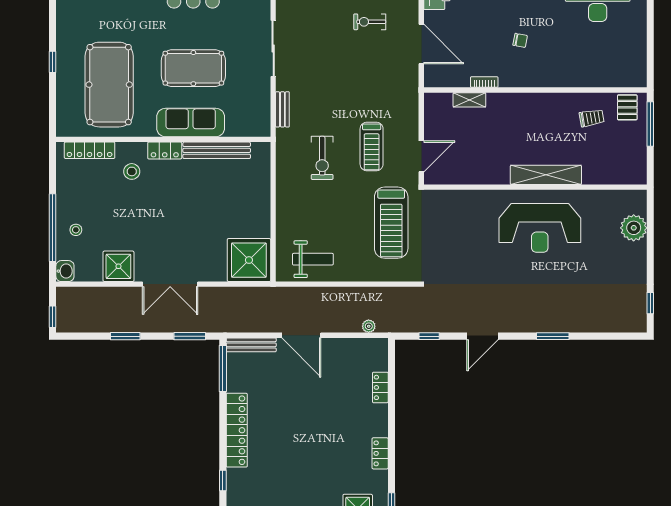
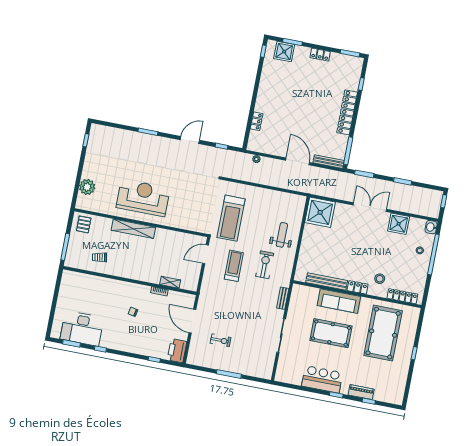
pallet: (627, 107) -> (84, 224), moved
treadmill: (391, 223) -> (231, 218), turned 180
weight bench: (313, 259) -> (282, 235), moved, turned 90
locker: (380, 453) -> (264, 82), removed

